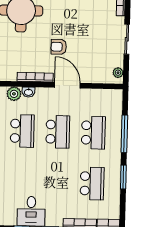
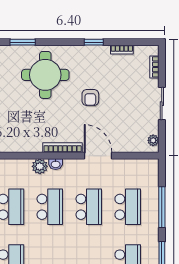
armchair: (59, 47) -> (90, 97), moved, turned -90

